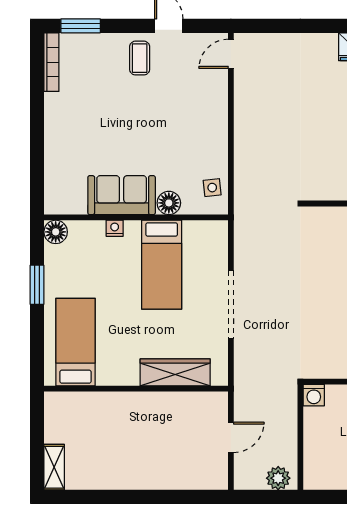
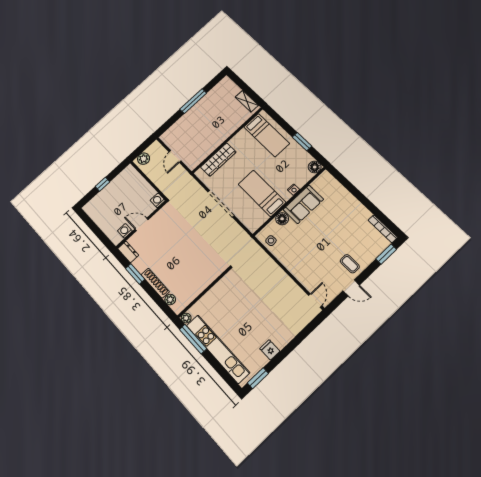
shelving: (54, 467) -> (247, 101), moved
window: (128, 497) -> (193, 101), added

